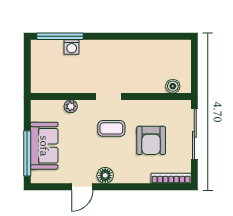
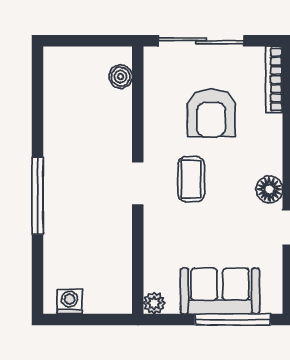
window: (60, 36) -> (37, 196), moved
washing machine: (72, 47) -> (70, 302), moved, turned -90
plant: (71, 106) -> (154, 303), moved
armchair: (151, 140) -> (211, 113), turned 90

